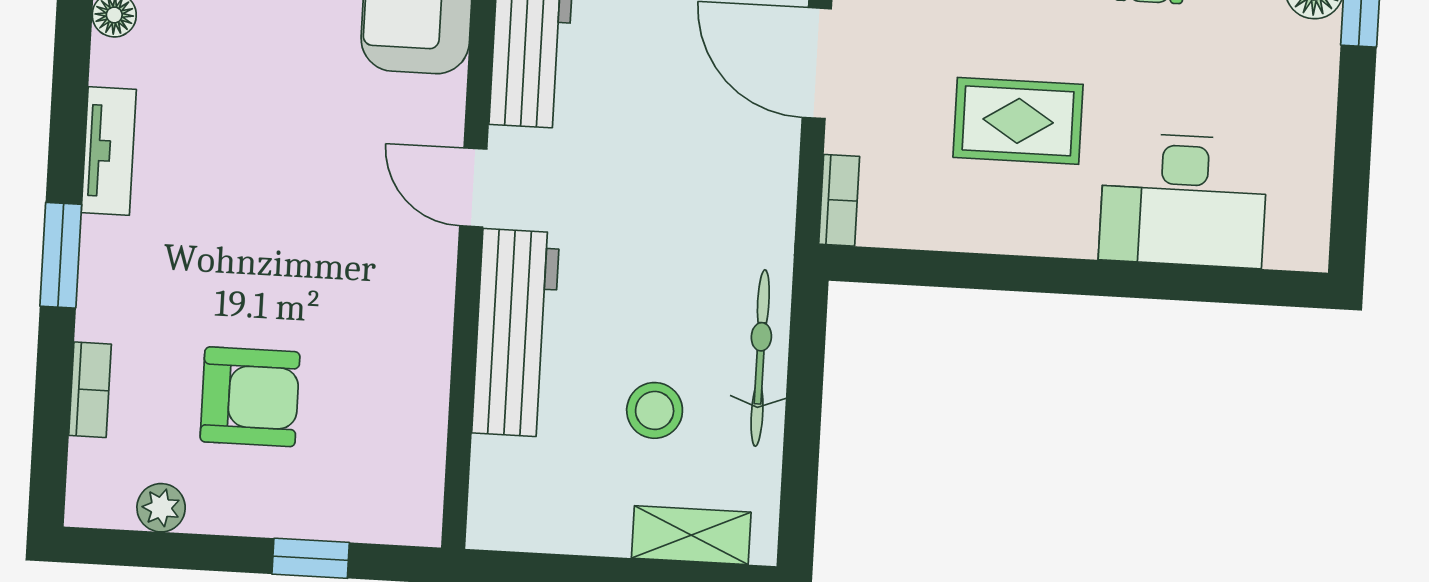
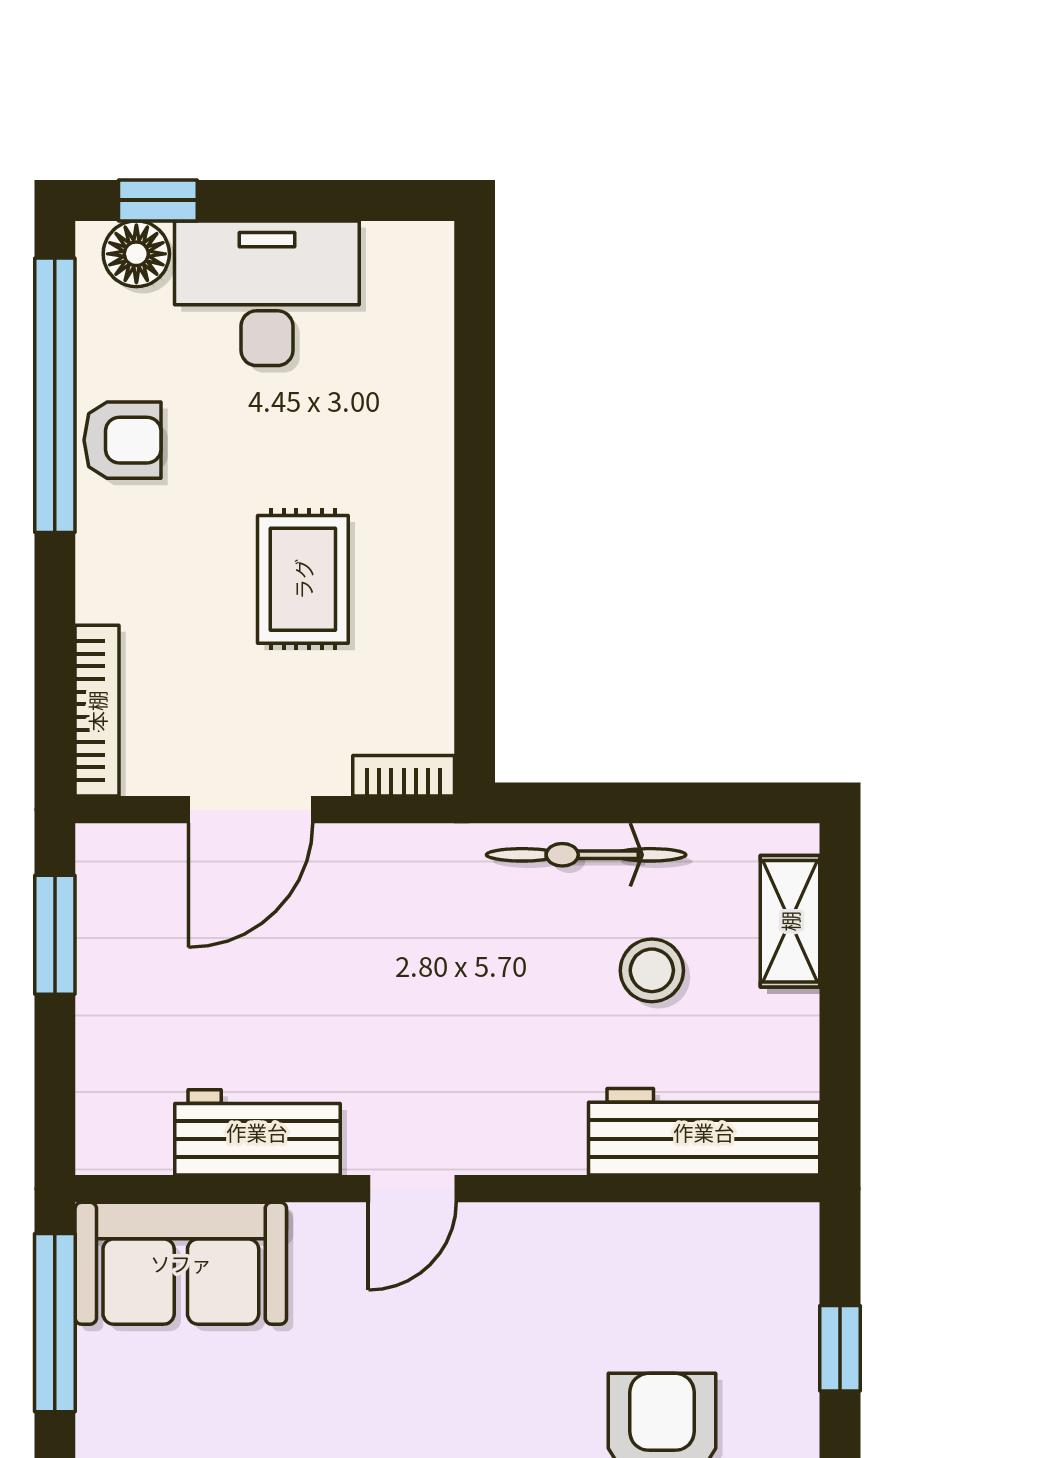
desk: (1183, 200) -> (267, 293), moved, turned -90
workbench: (516, 333) -> (704, 1132), moved

